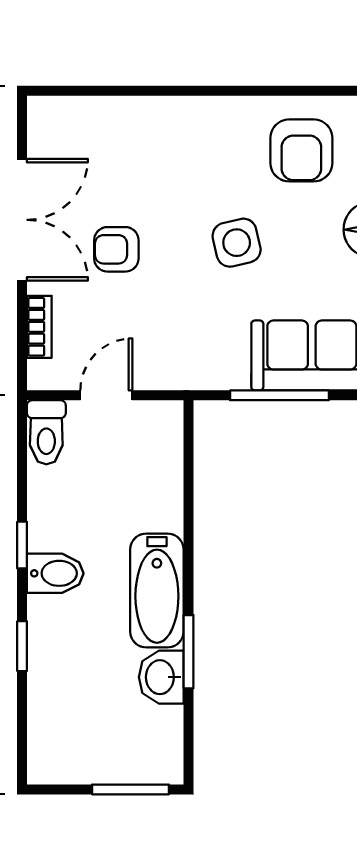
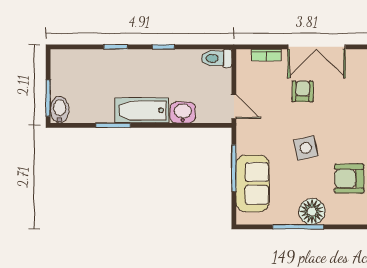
door: (106, 395) -> (234, 107), moved
bidet: (55, 573) -> (60, 110), moved, turned 180
washbasin: (161, 677) -> (183, 112), moved

